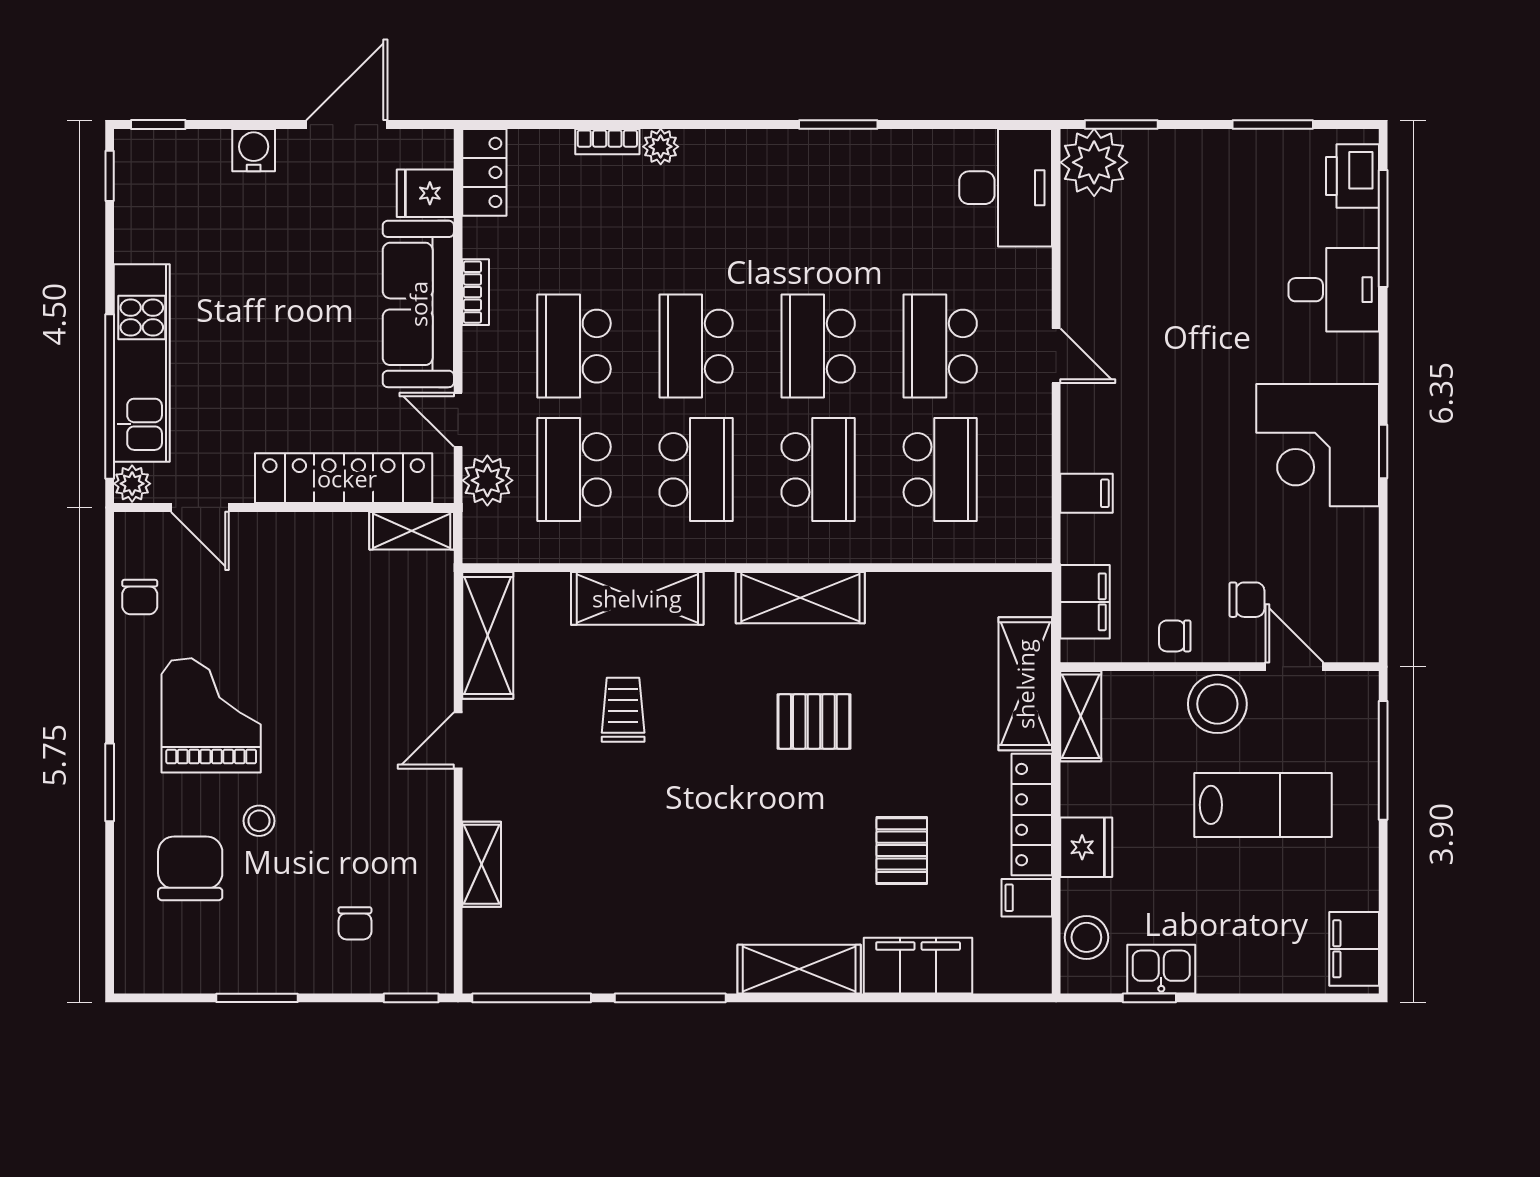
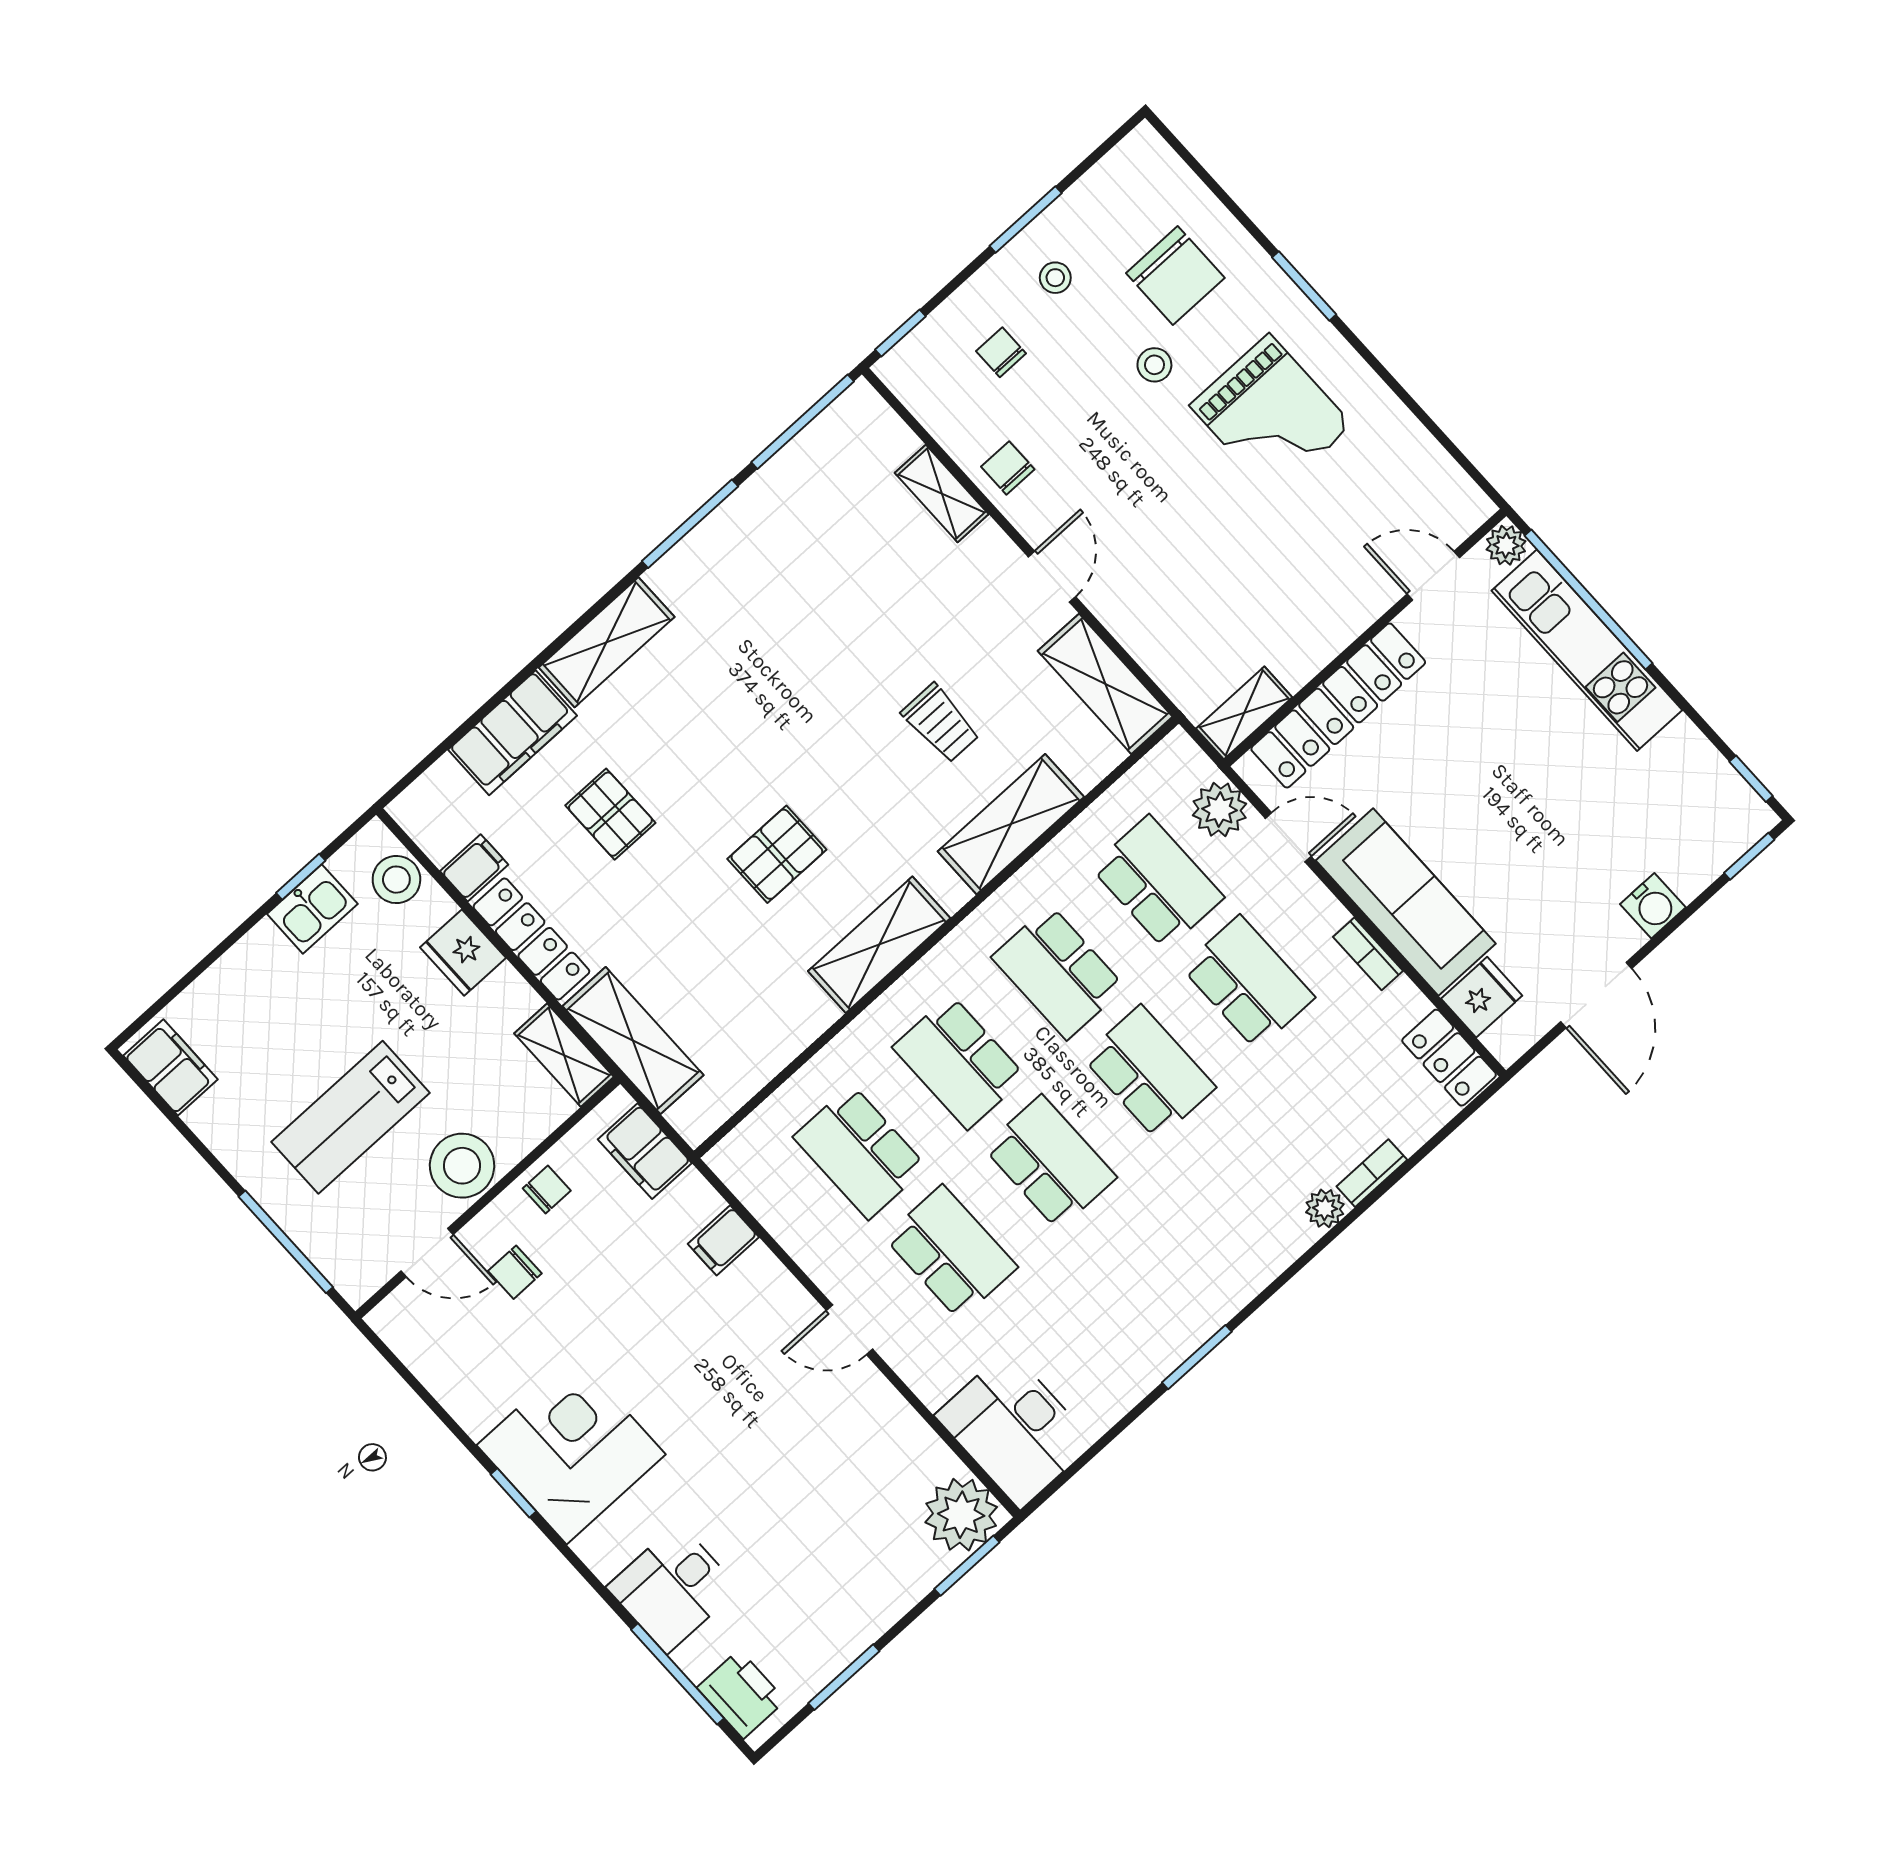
chair: (140, 597) -> (1008, 468), moved
stool: (273, 940) -> (1055, 278), added

